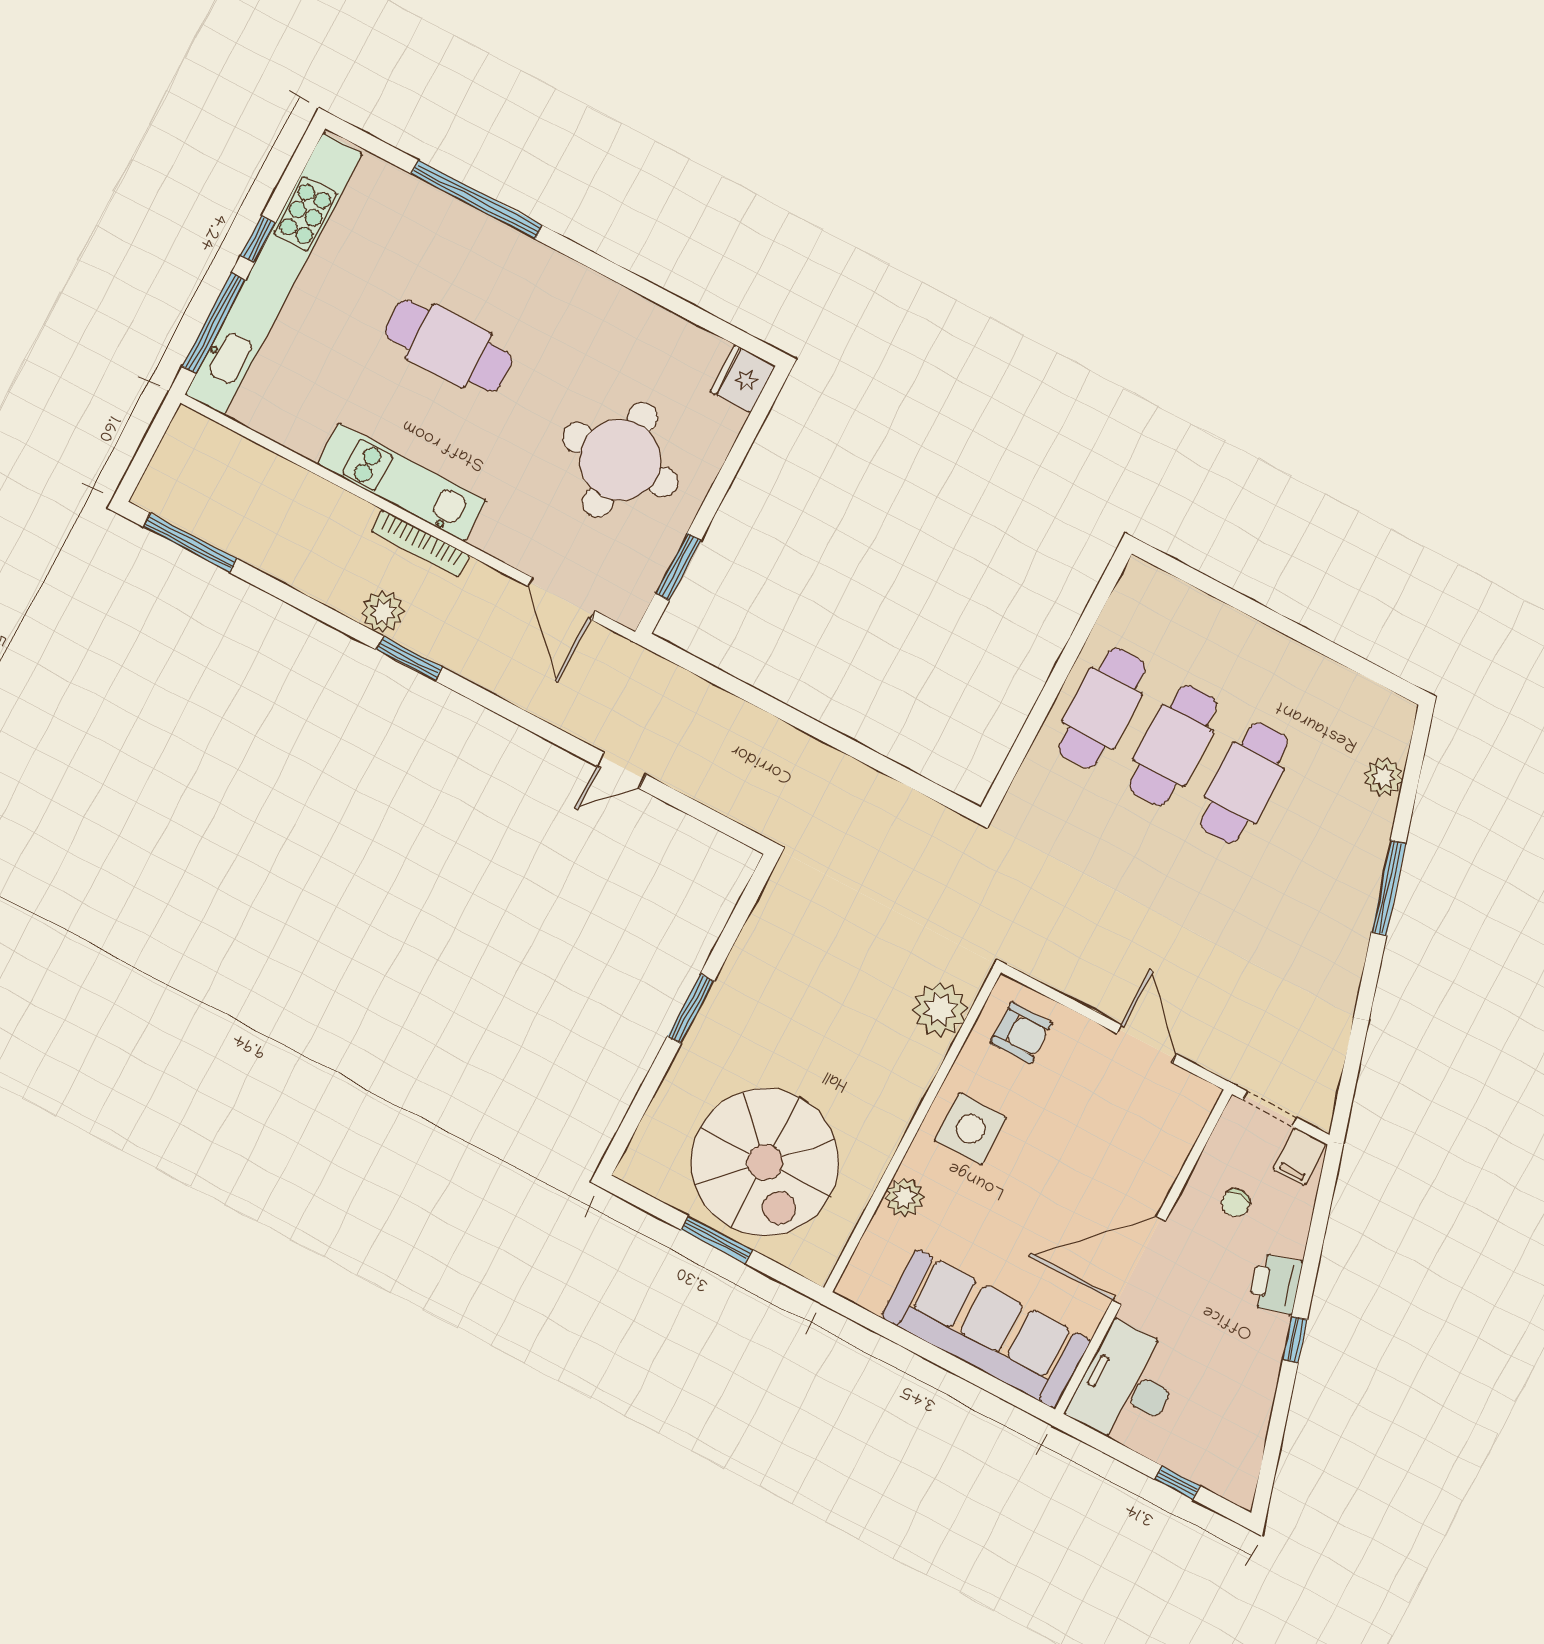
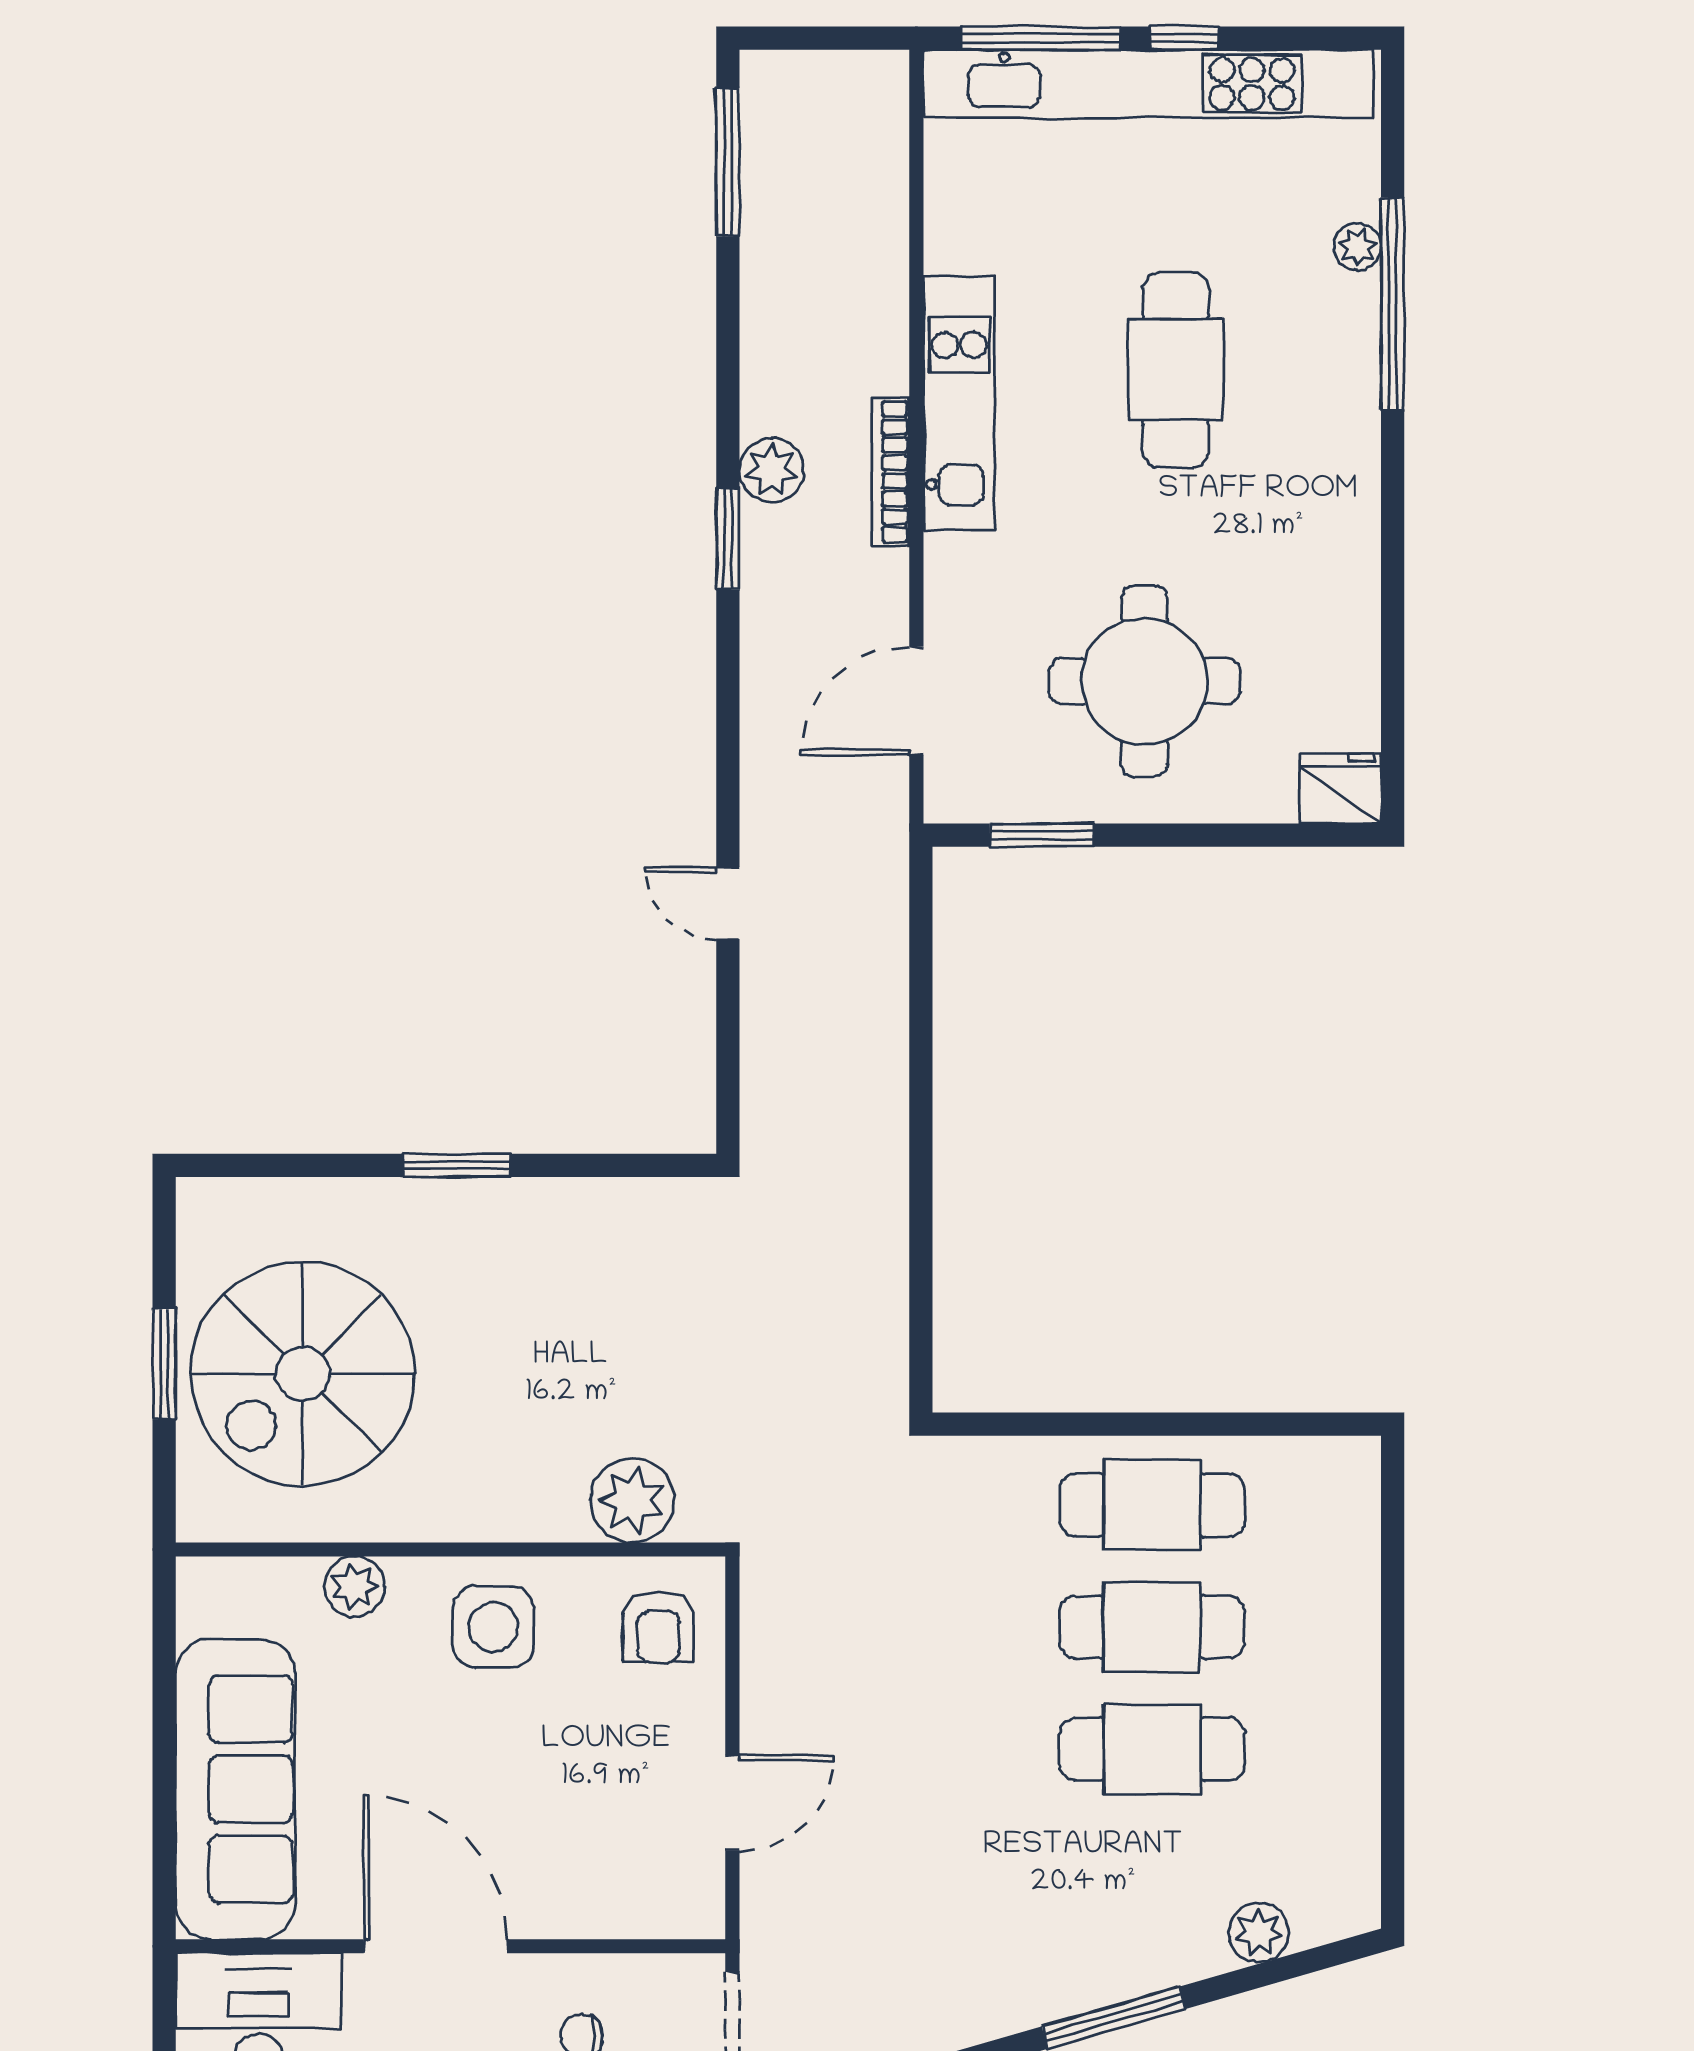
plant: (433, 202) -> (1357, 247), added

